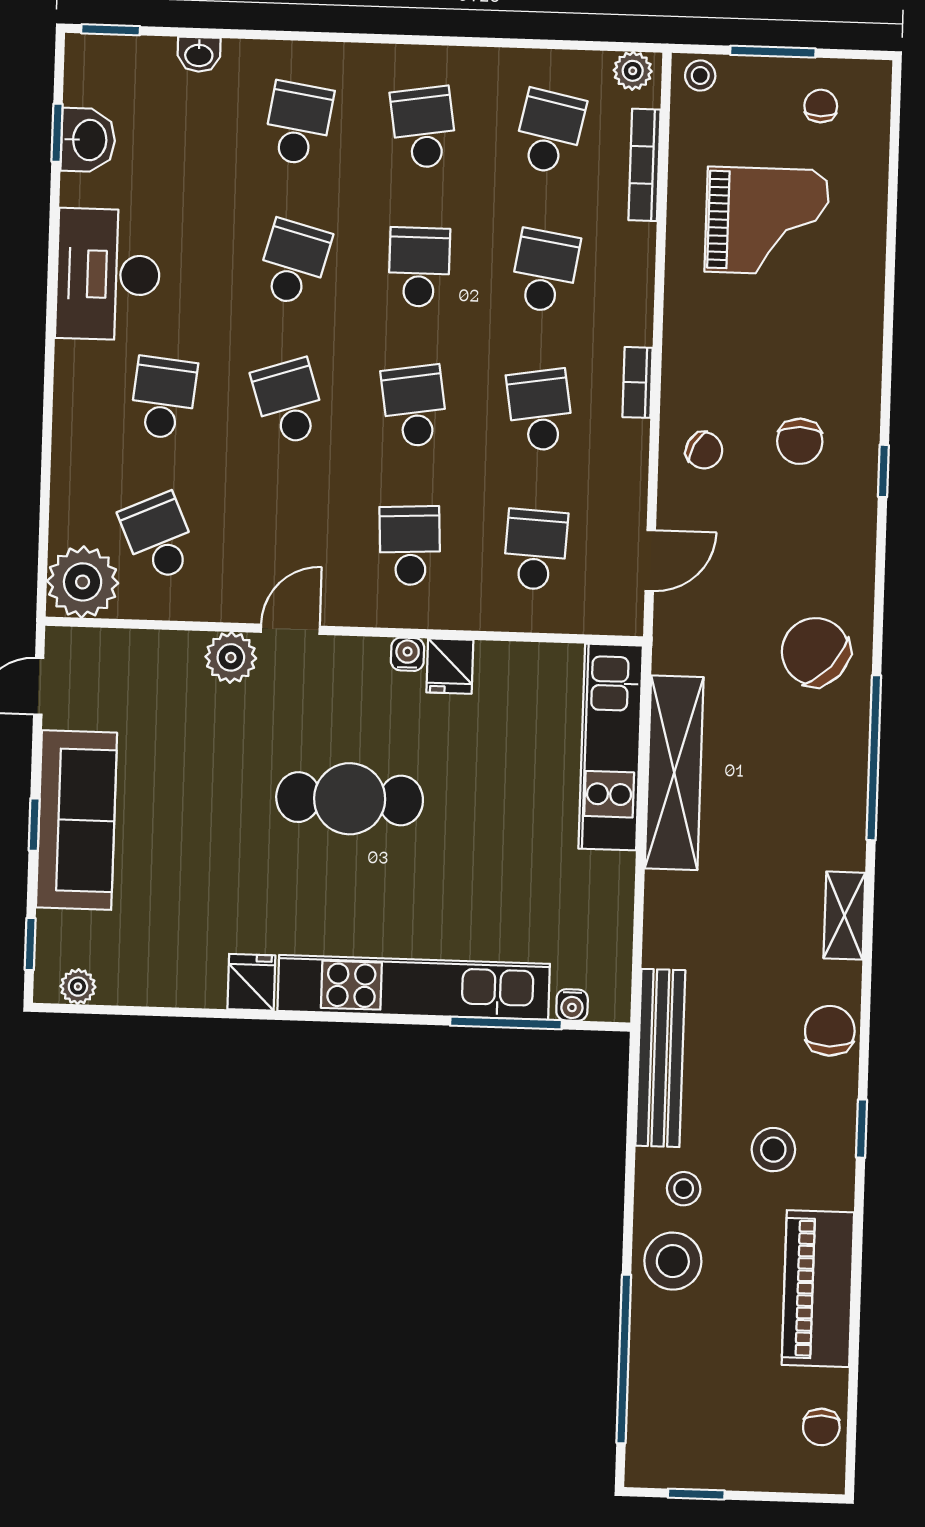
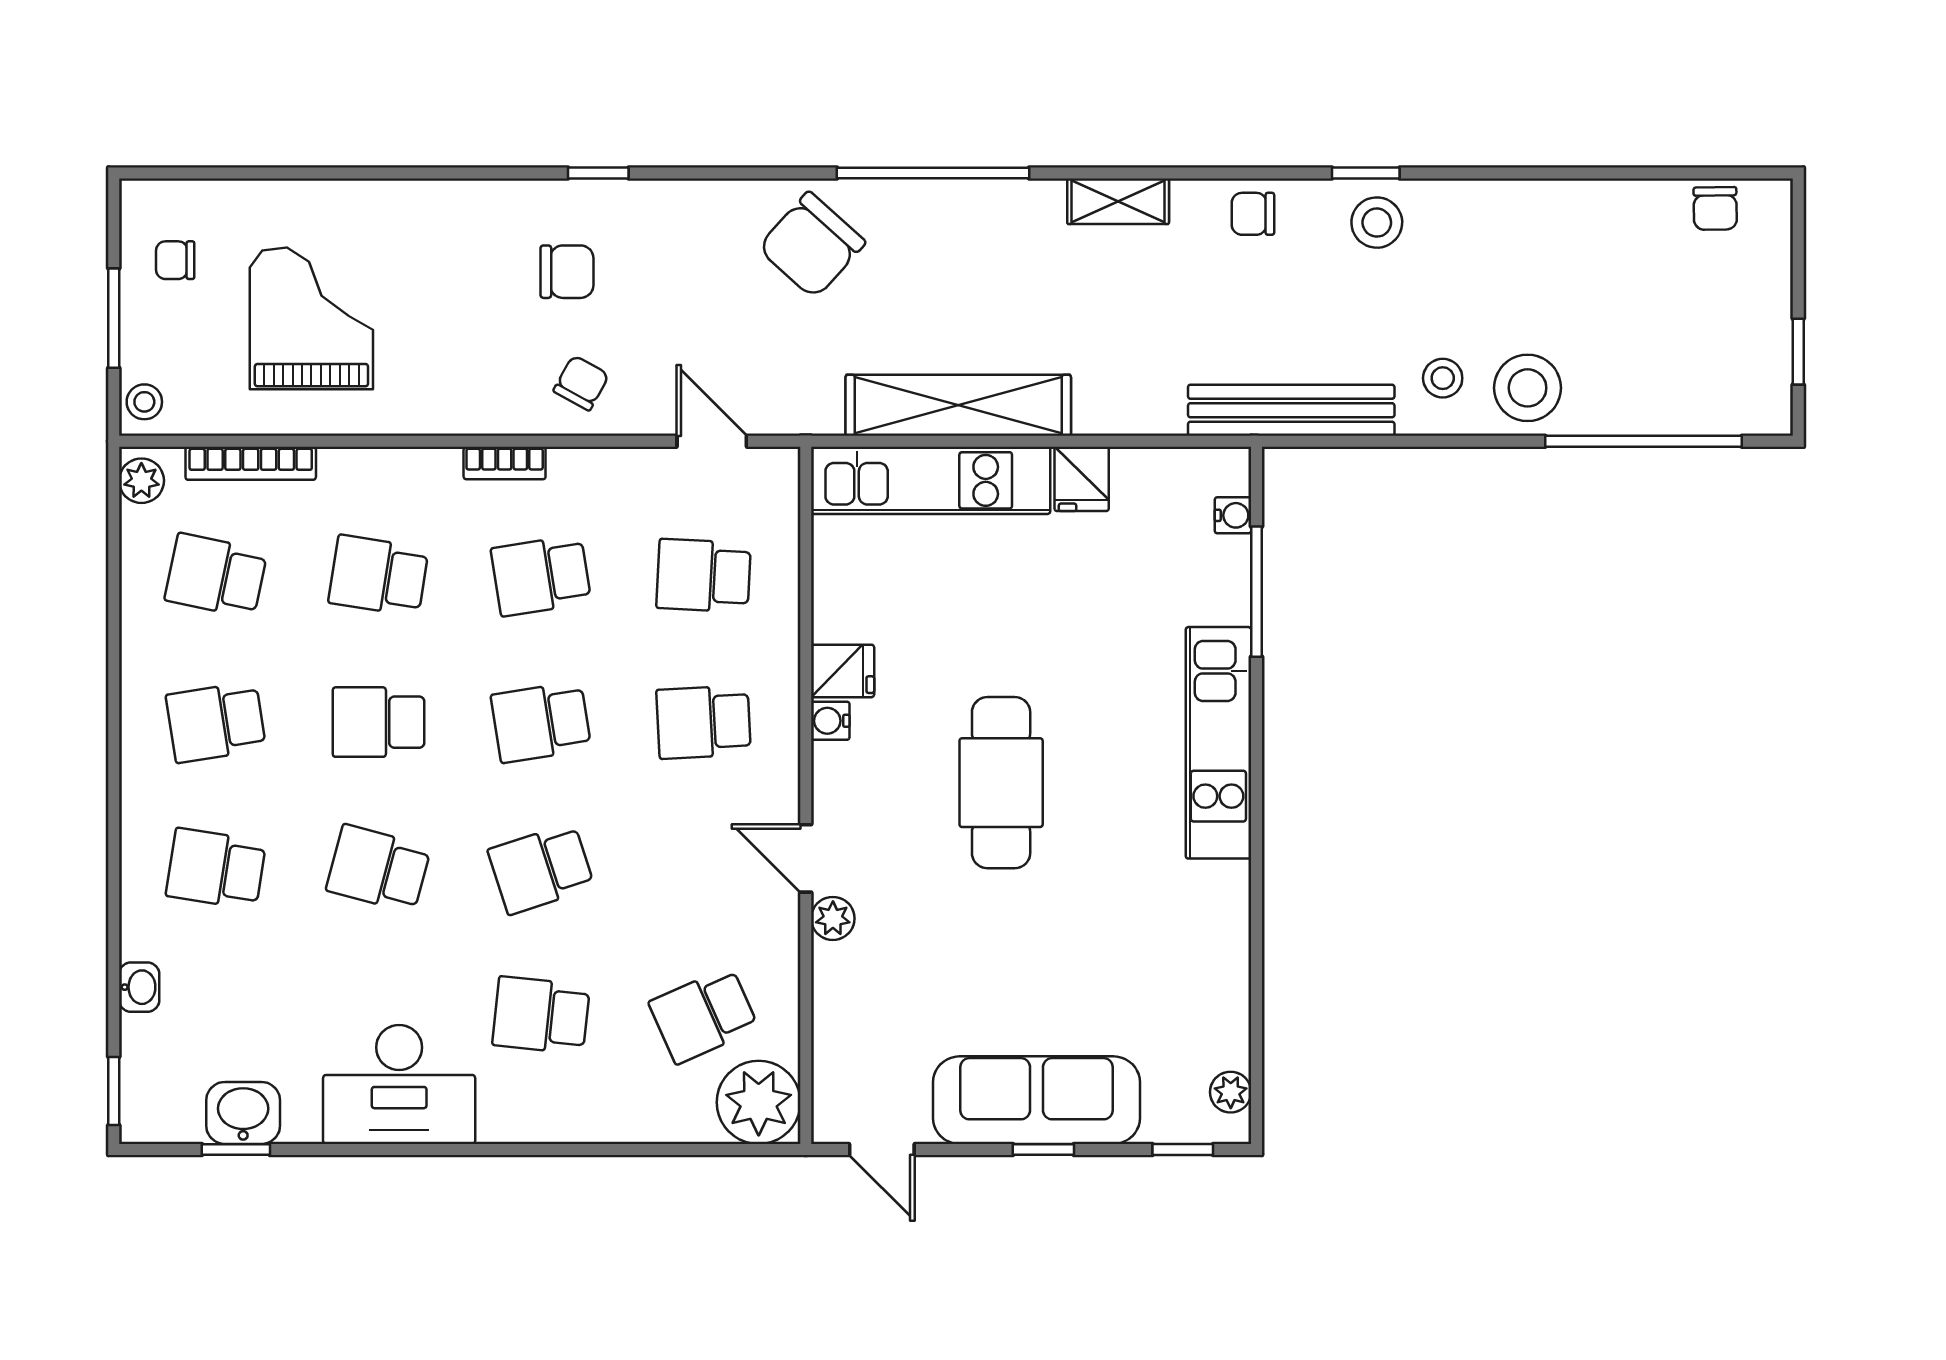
plant: (231, 657) -> (833, 918), width x0.73, depth x0.73
fridge: (251, 982) -> (1082, 479), moved, turned -90
kitchen unit: (414, 987) -> (1218, 743), width x0.73
chair: (830, 1031) -> (1253, 214), width x0.73, depth x0.73
stool: (773, 1150) -> (1377, 223), moved
piano: (818, 1289) -> (1554, 218), removed
chair: (821, 1427) -> (1715, 208), turned 89

